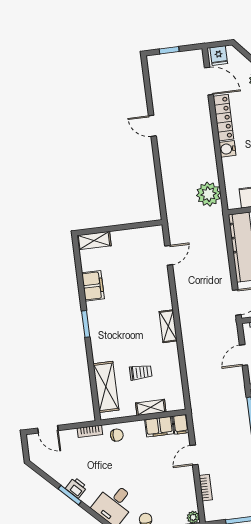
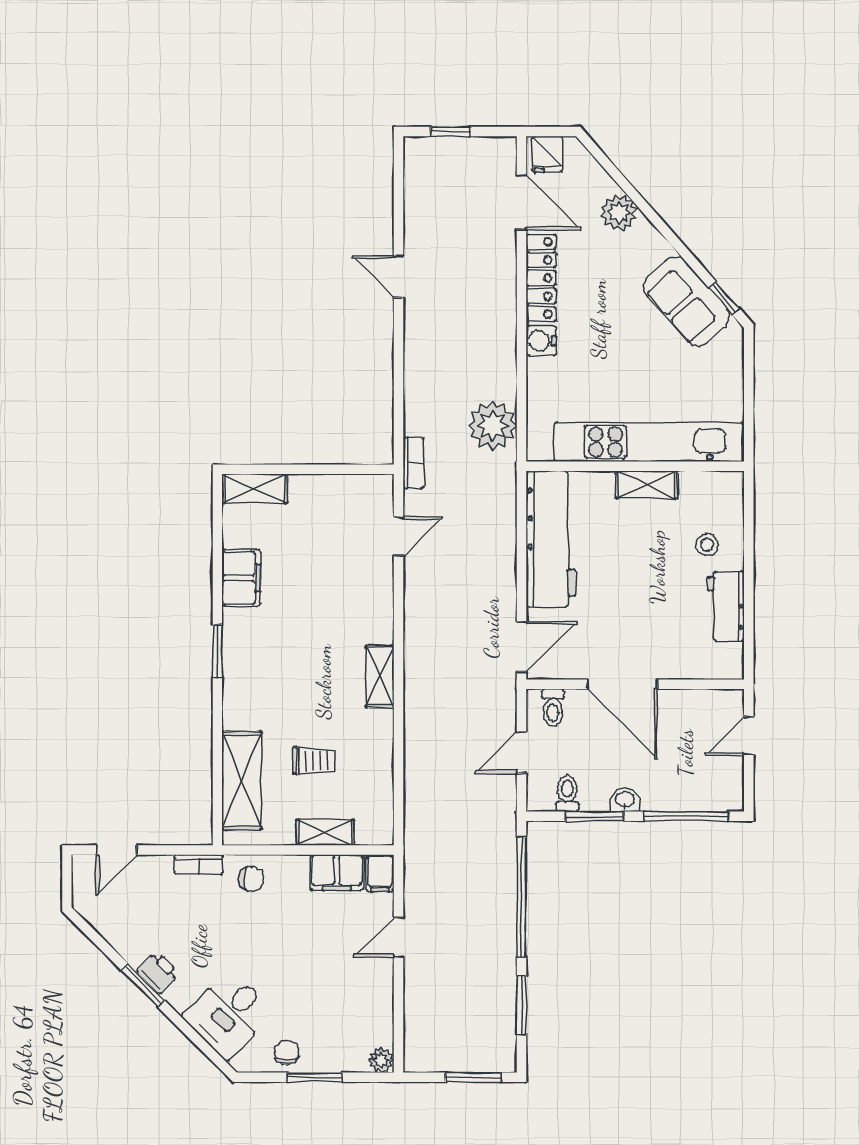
door: (48, 429) -> (116, 850), hinge flipped
bookcase: (206, 488) -> (413, 463), moved

